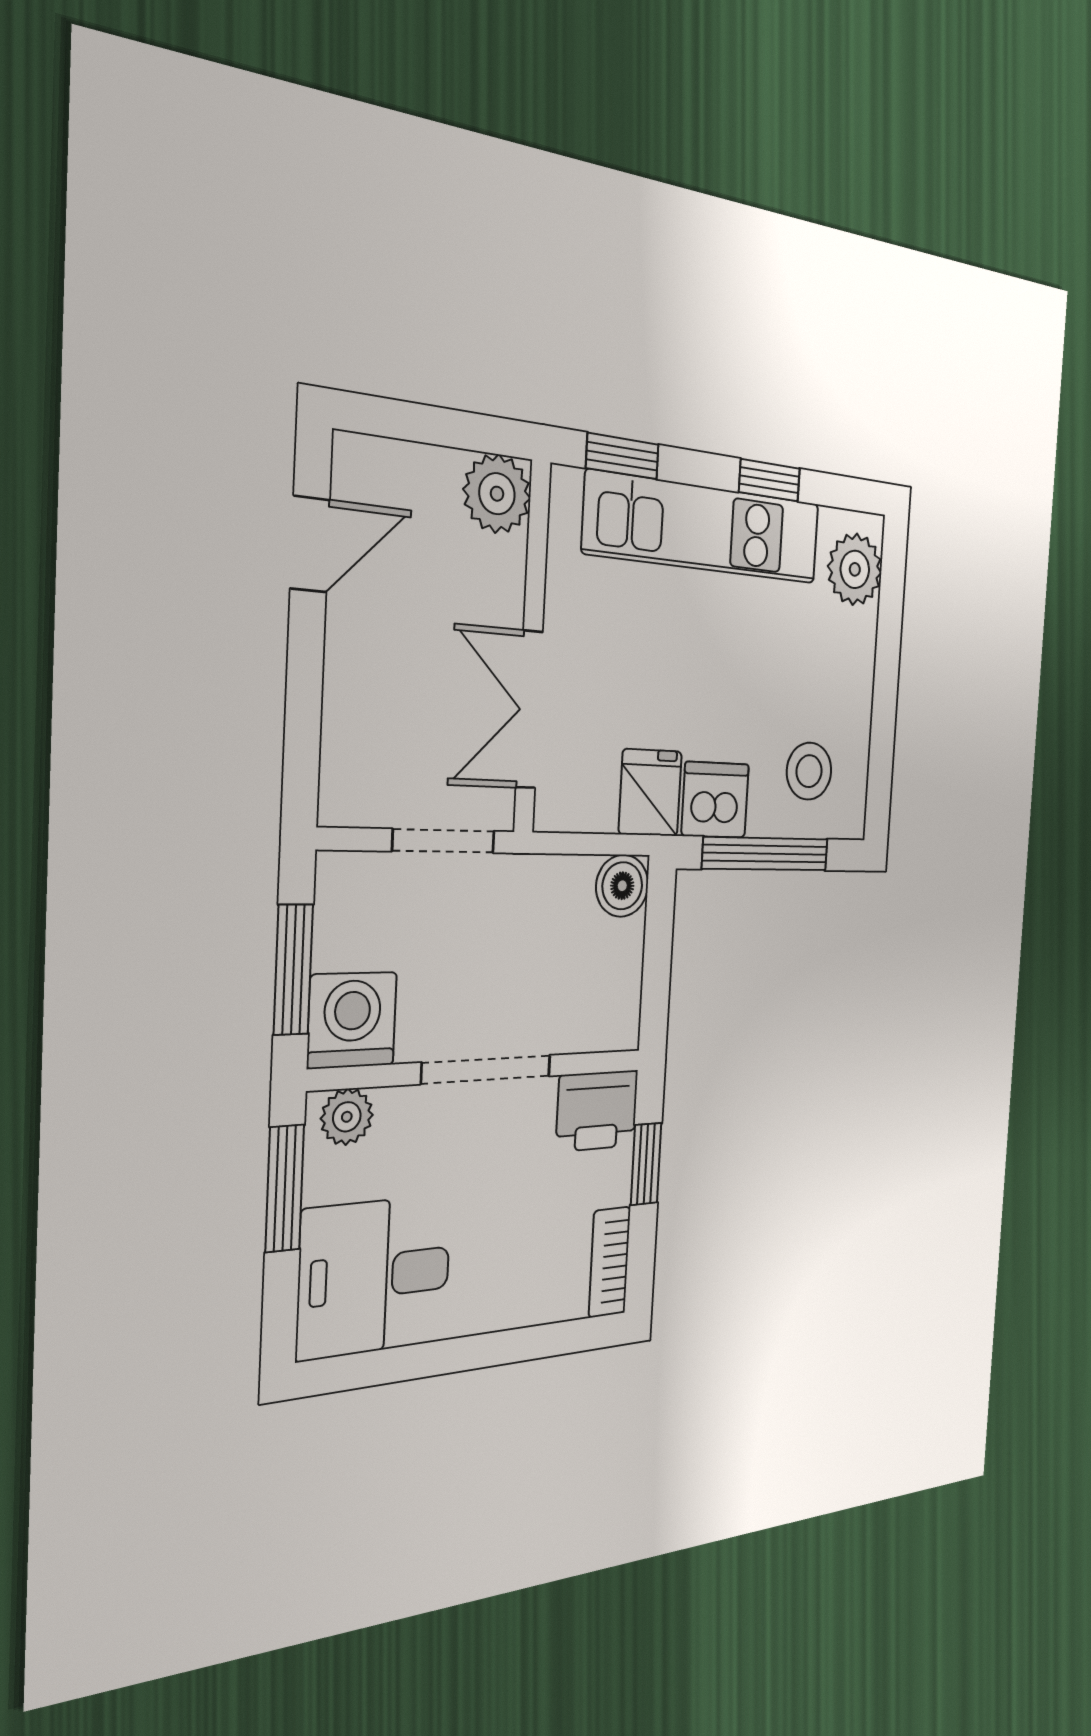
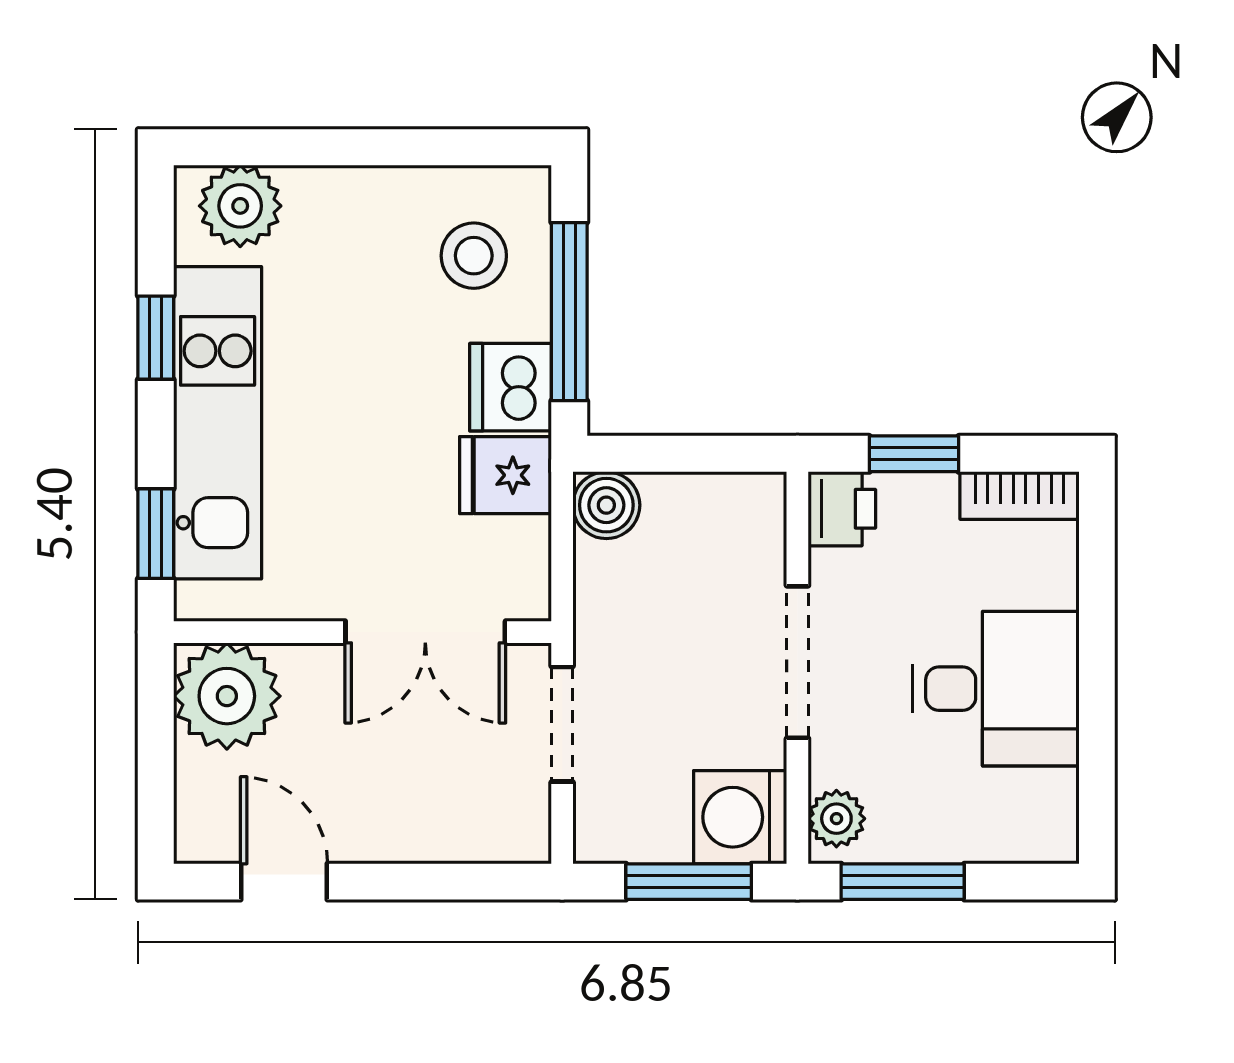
plant: (497, 494) -> (227, 696), width x1.36, depth x1.36
printer: (597, 1111) -> (842, 509), width x0.73, depth x0.81
desk: (375, 1276) -> (996, 689), moved, turned -90

